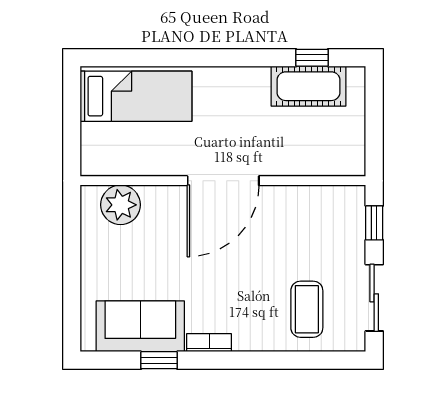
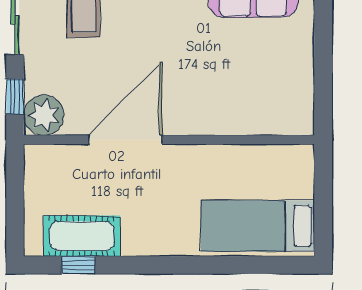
door: (223, 181) -> (125, 140), moved
plant: (121, 205) -> (44, 115), moved

